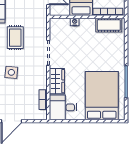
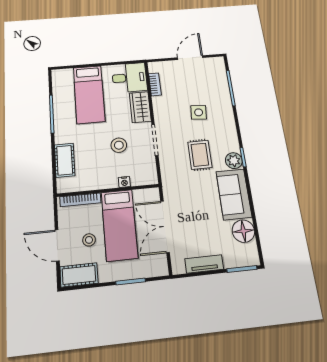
cot: (109, 25) -> (65, 160), moved, turned 90
stool: (76, 51) -> (119, 145), added
bed: (102, 96) -> (89, 94), width x0.67

